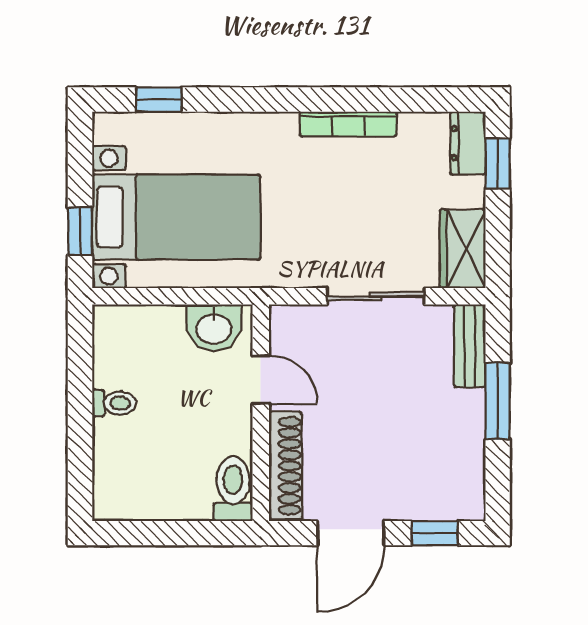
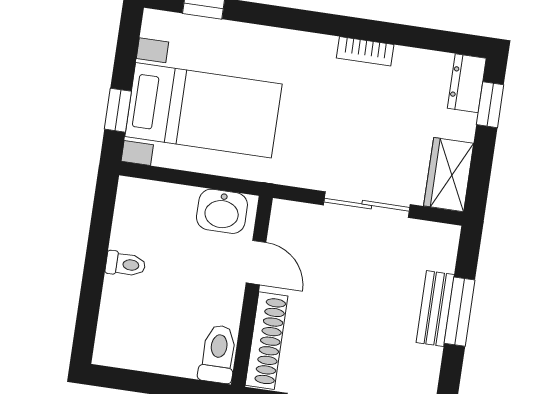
bookcase: (348, 124) -> (365, 51), width x0.64
bench: (470, 346) -> (435, 309), moved

